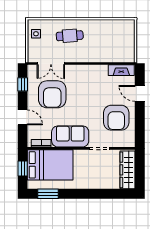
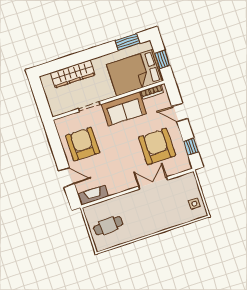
cafe table: (70, 36) -> (108, 226), moved
double door: (51, 64) -> (153, 183), moved
wardrobe: (128, 170) -> (73, 74), moved, turned 90

